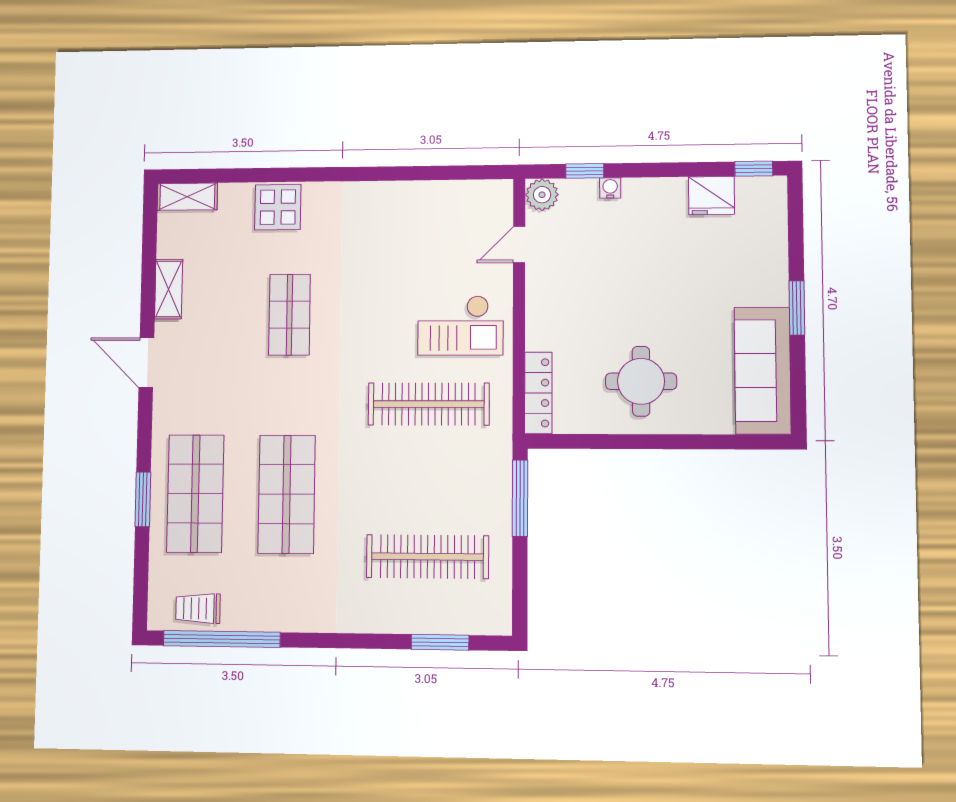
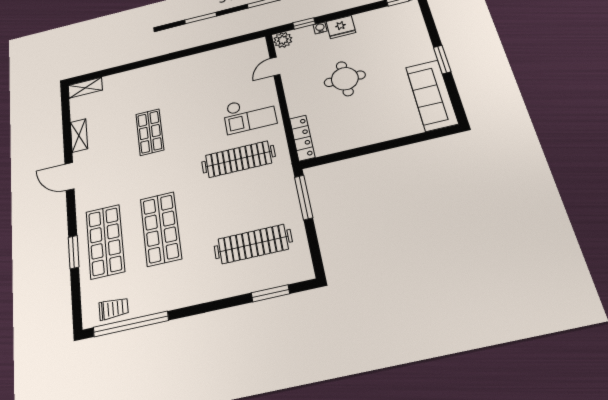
fridge: (711, 196) -> (341, 27), moved
display table: (278, 207) -> (136, 81), removed
round table: (641, 381) -> (345, 79), moved
trolley: (198, 608) -> (114, 309), turned 180

